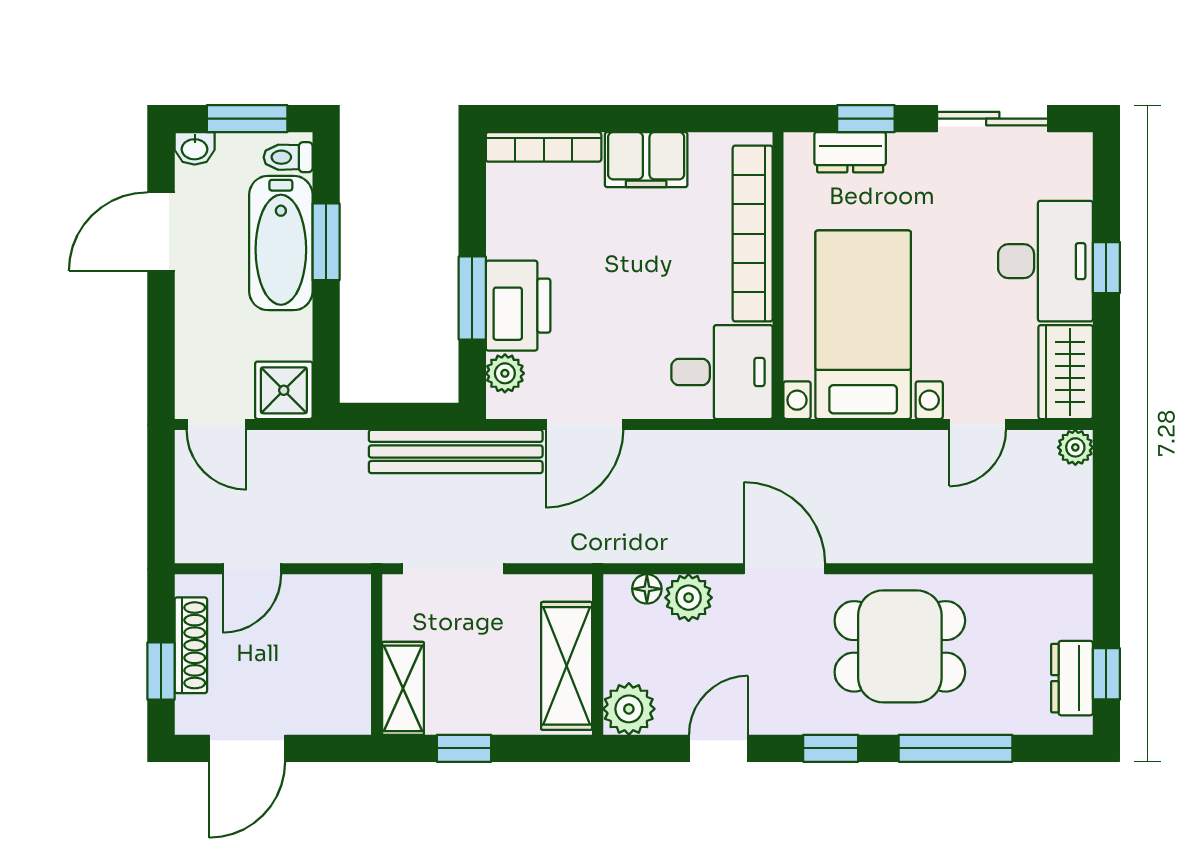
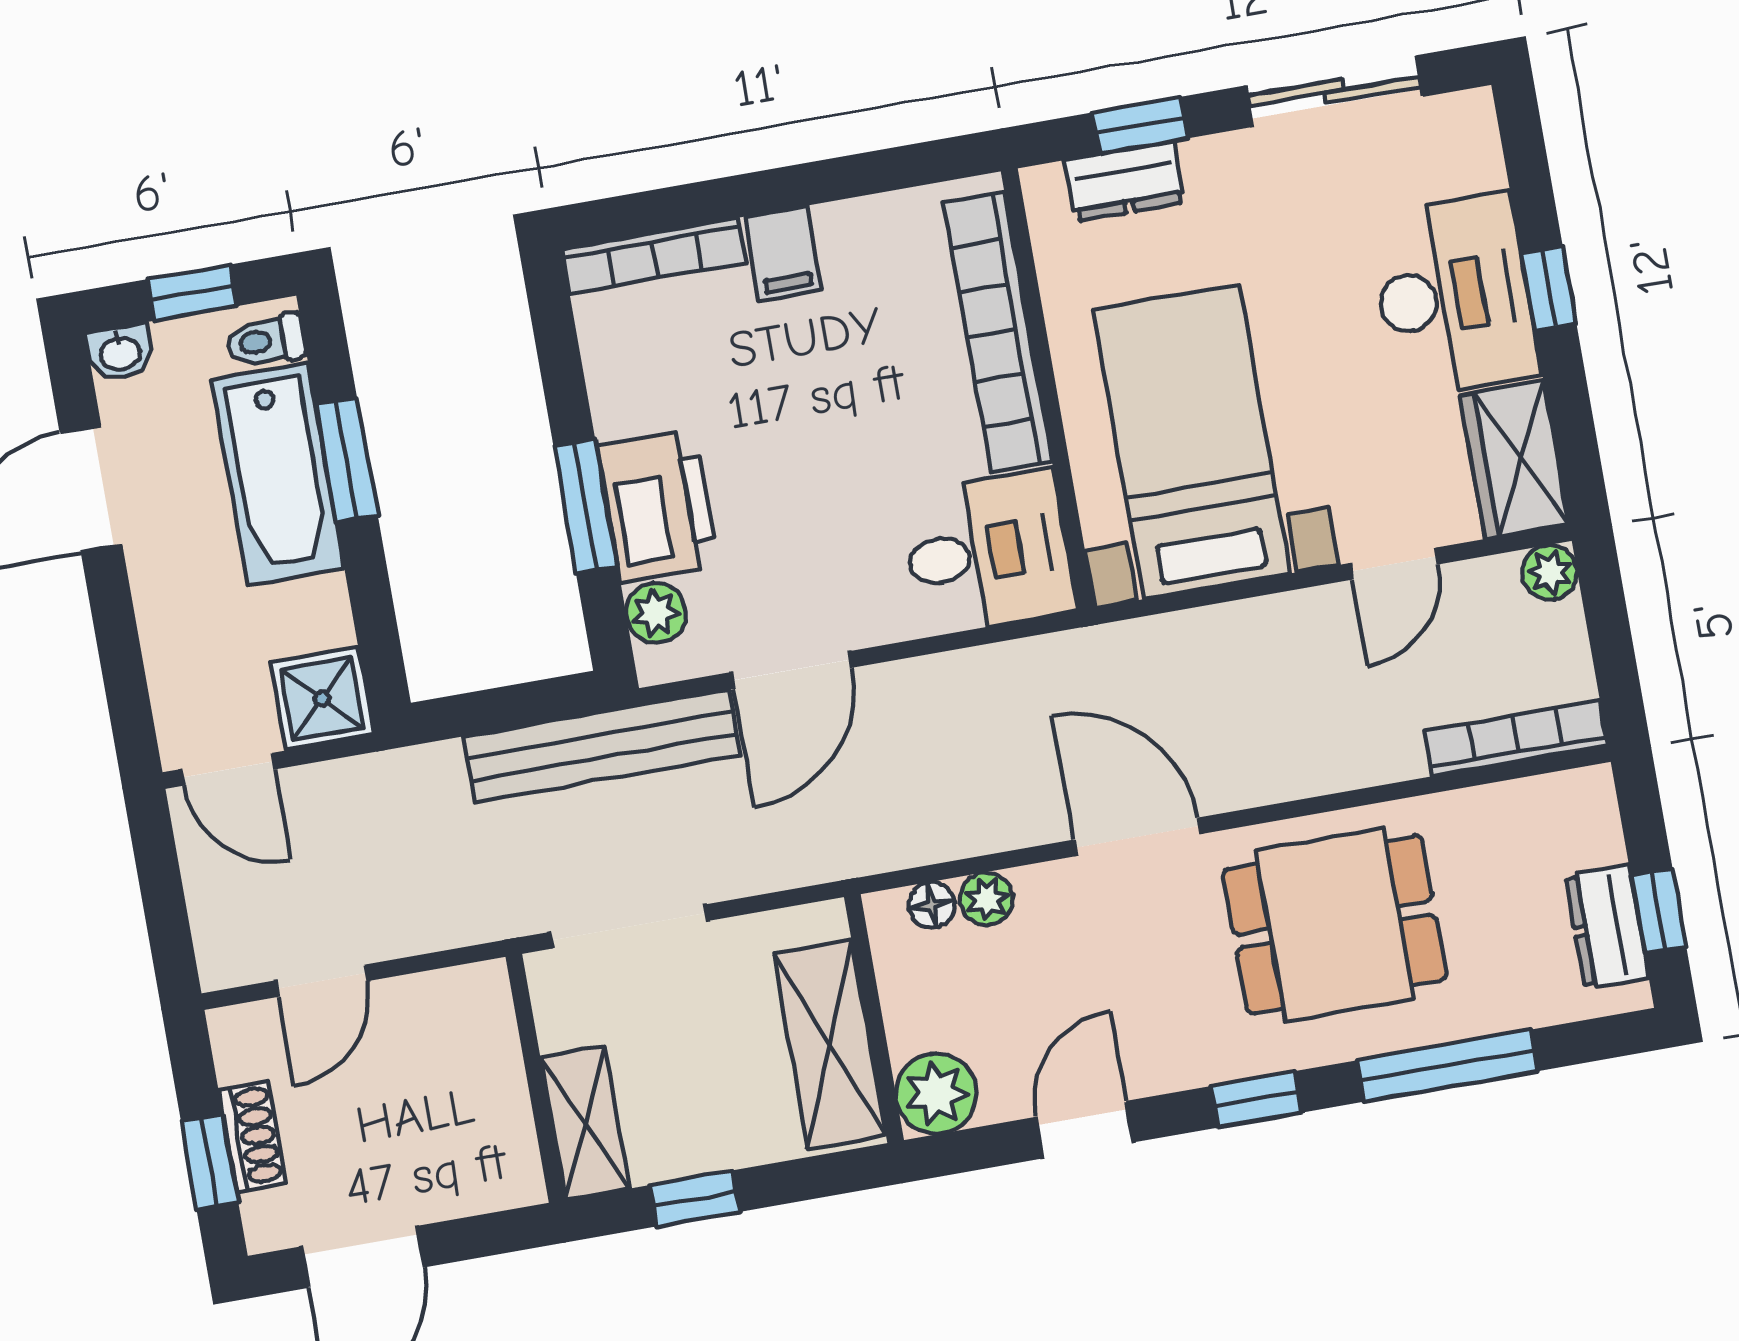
window: (247, 119) -> (192, 293), width x0.67
filing cabinet: (646, 160) -> (783, 253), width x0.50
bookcase: (1036, 549) -> (1516, 738), added
plant: (689, 598) -> (986, 899), width x0.73, depth x0.73
shoe rack: (191, 645) -> (252, 1136), width x0.70

